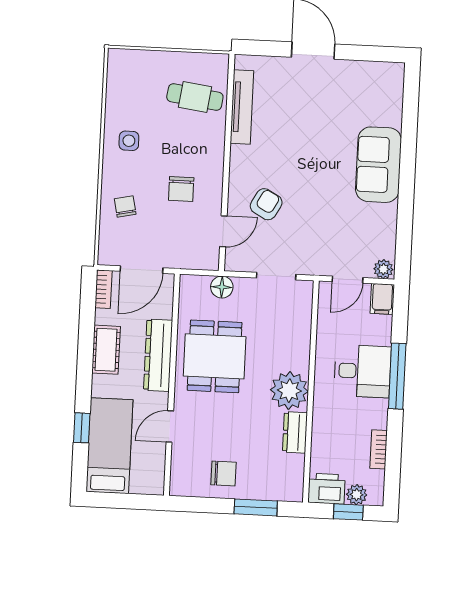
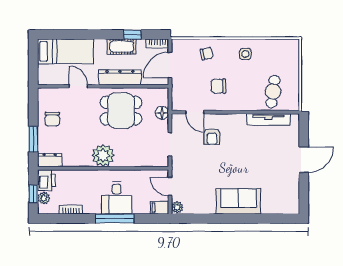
armchair: (266, 204) -> (212, 137), turned 61
door: (142, 270) -> (170, 65), hinge flipped
window: (82, 428) -> (133, 34), moved
dresser: (295, 432) -> (50, 160), moved

